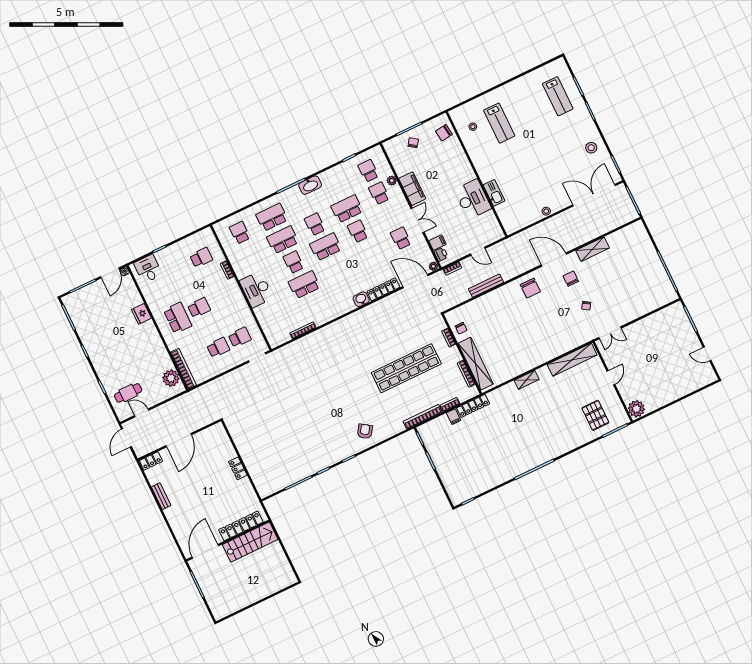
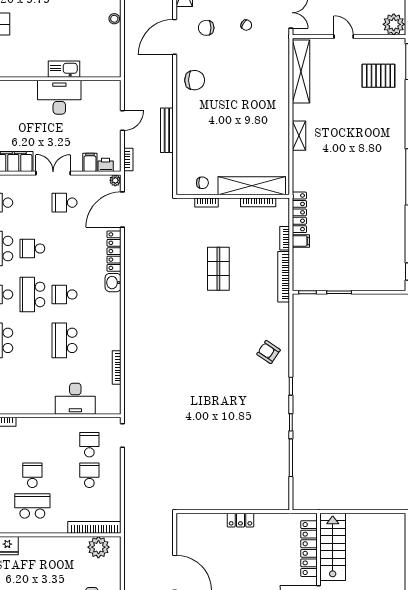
school desk: (293, 262) -> (64, 294), moved
desk: (256, 289) -> (75, 399), moved
shop shelf: (406, 368) -> (218, 269), width x0.50, depth x0.74

